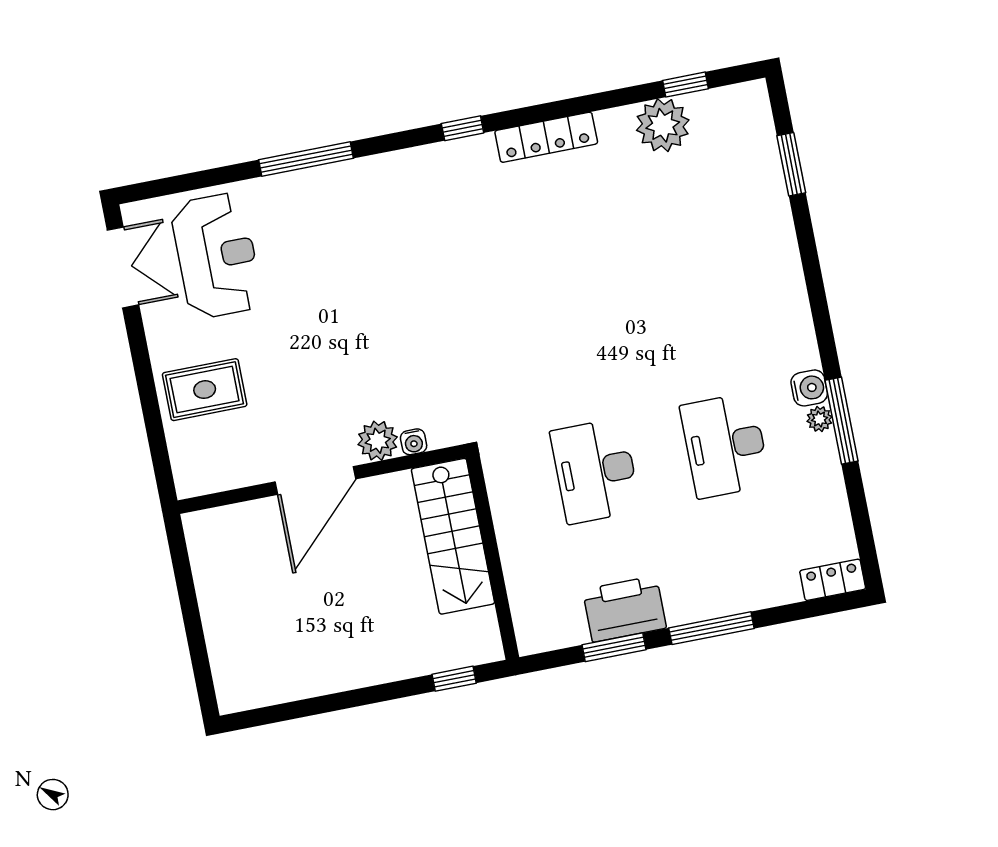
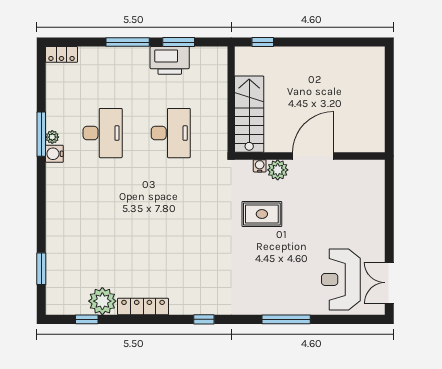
locker: (546, 137) -> (143, 307), moved
rug: (205, 390) -> (262, 214), moved

